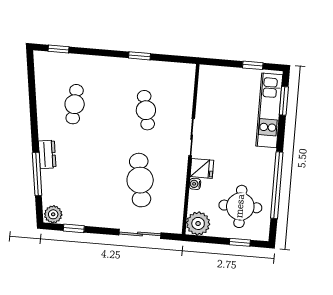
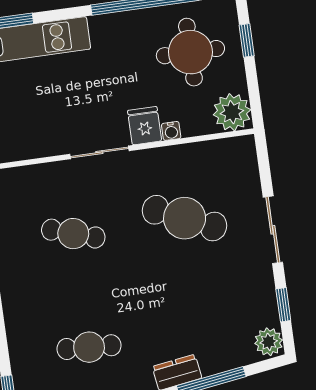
cafe table: (146, 110) -> (73, 234), turned 30
cafe table: (140, 180) -> (185, 218), turned 33
sliding door: (140, 234) -> (273, 230), moved

